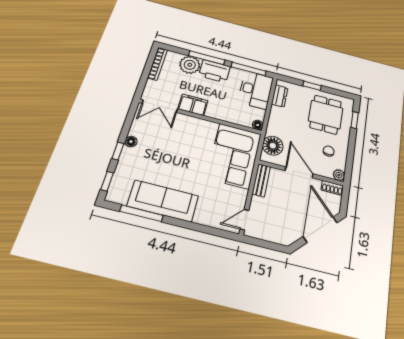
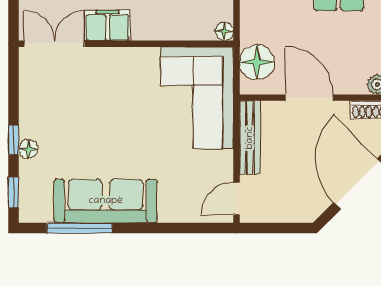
double door: (160, 106) -> (54, 44), swing flipped
floor lamp: (131, 142) -> (28, 149), moved
chair: (329, 151) -> (354, 46), removed
bench: (261, 180) -> (250, 138), width x1.36

